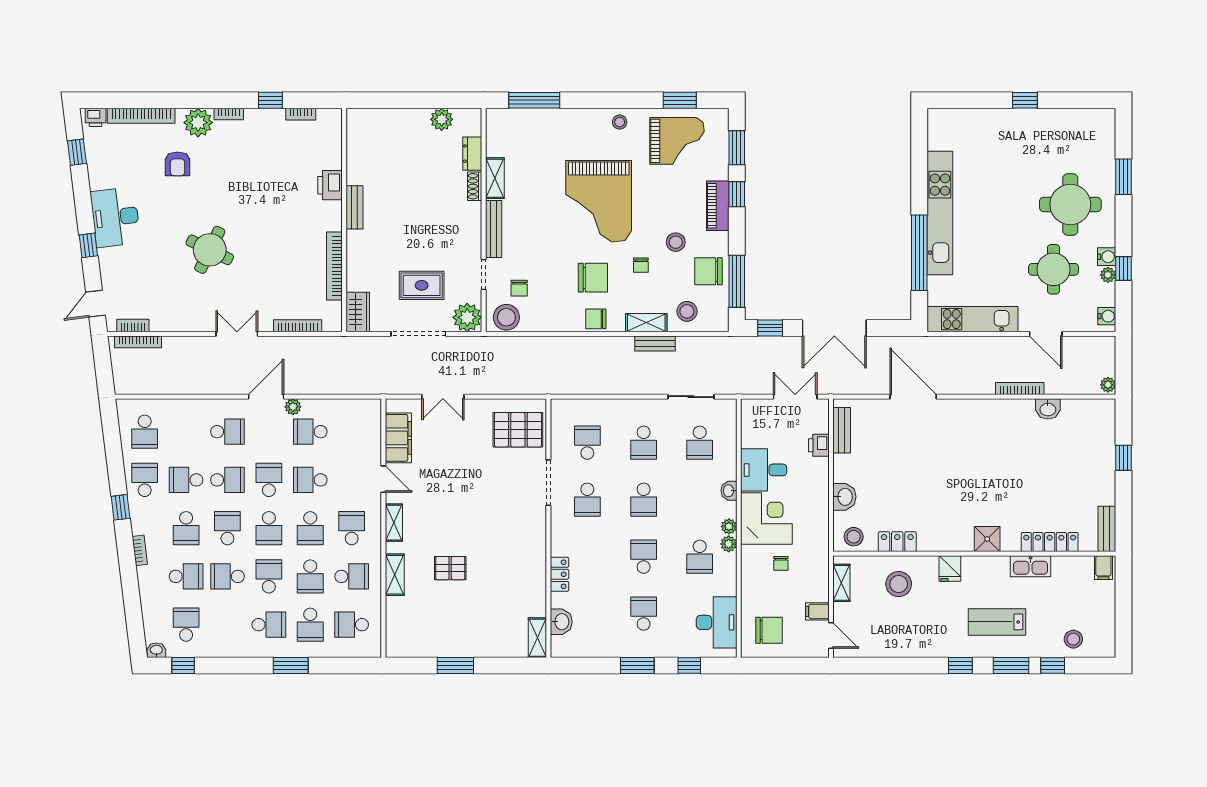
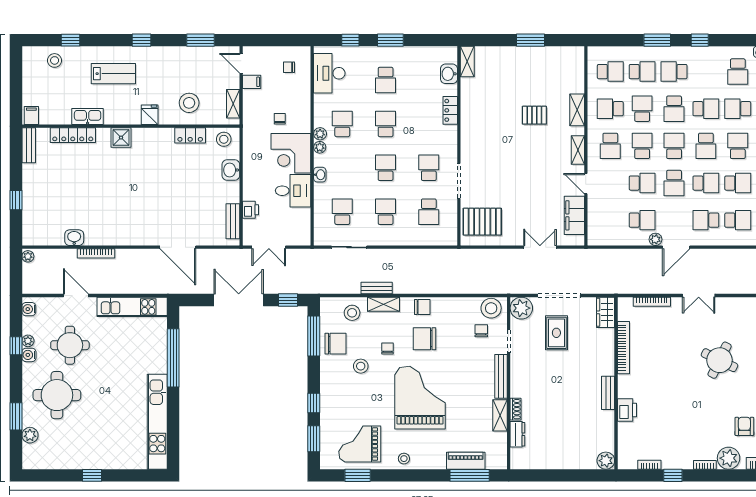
plant: (442, 119) -> (606, 461), moved
plant: (1105, 152) -> (30, 435), added
piano: (718, 206) -> (466, 461), moved, turned -90
kitchen unit: (940, 213) -> (157, 422), moved
rug: (422, 285) -> (556, 333), turned 90
school desk: (186, 432) -> (738, 220), added
school desk: (227, 480) -> (706, 183), turned 180
school desk: (644, 557) -> (386, 124), turned 180
school desk: (310, 625) -> (642, 72), turned 90
chair: (769, 630) -> (289, 67), width x0.54, depth x0.54
window: (183, 666) -> (700, 40), moved
window: (1011, 666) -> (201, 40), moved

